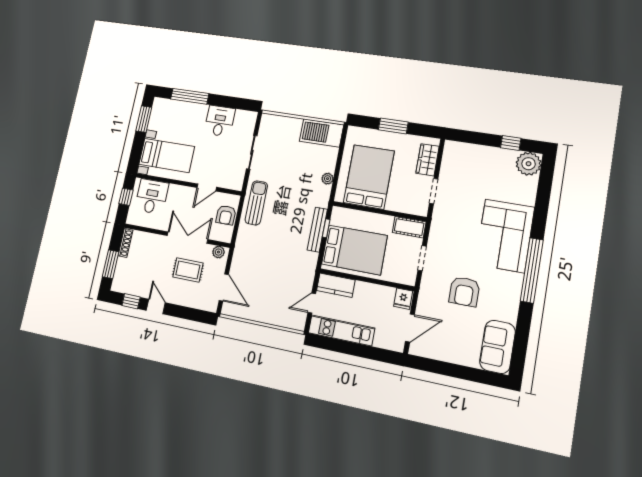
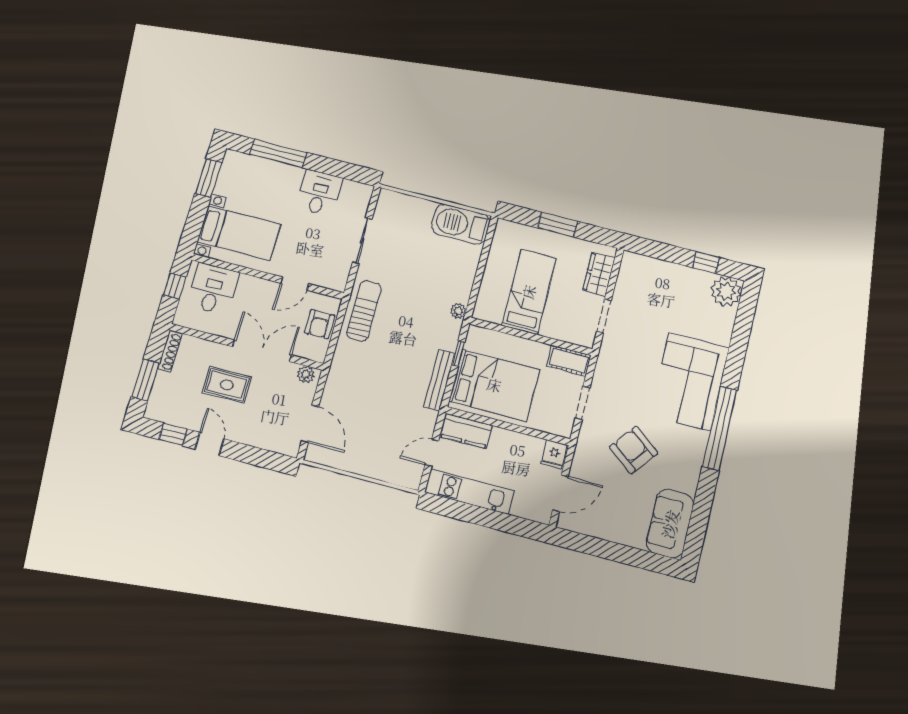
bed: (369, 177) -> (529, 292), width x0.67
plant: (328, 179) -> (458, 311), moved
bench: (317, 230) -> (439, 380), moved
rug: (188, 270) -> (227, 385), moved
armchair: (464, 292) -> (634, 450), turned 128

